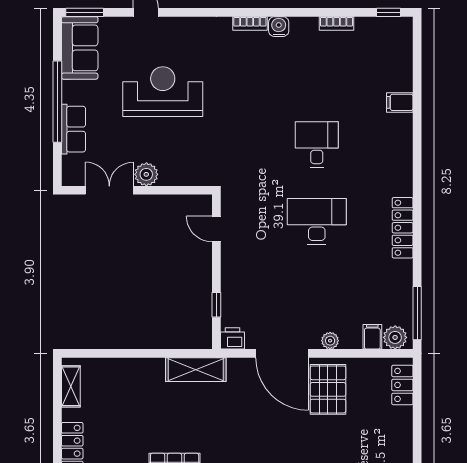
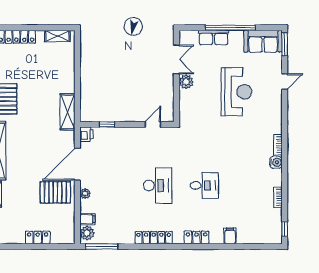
locker: (402, 157) -> (197, 237), added
locker: (402, 385) -> (38, 237), moved

